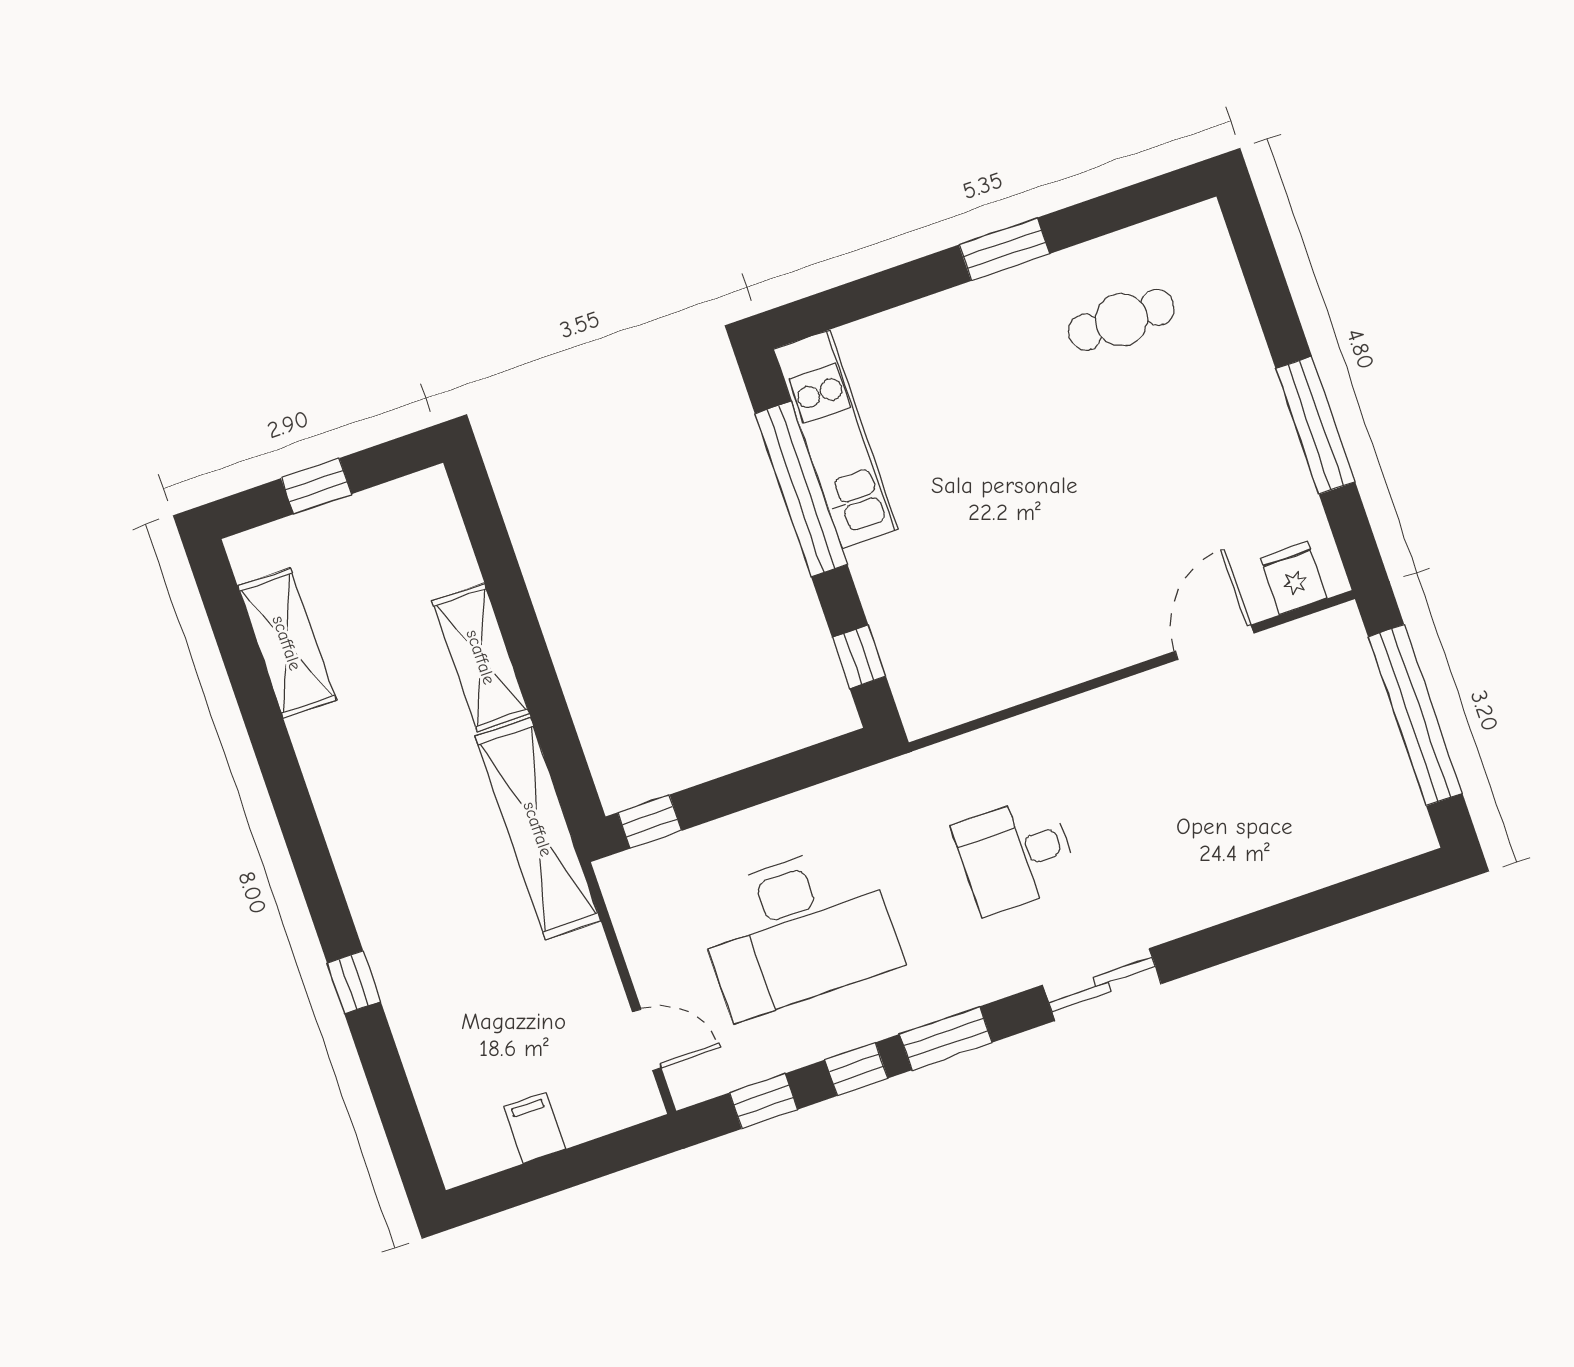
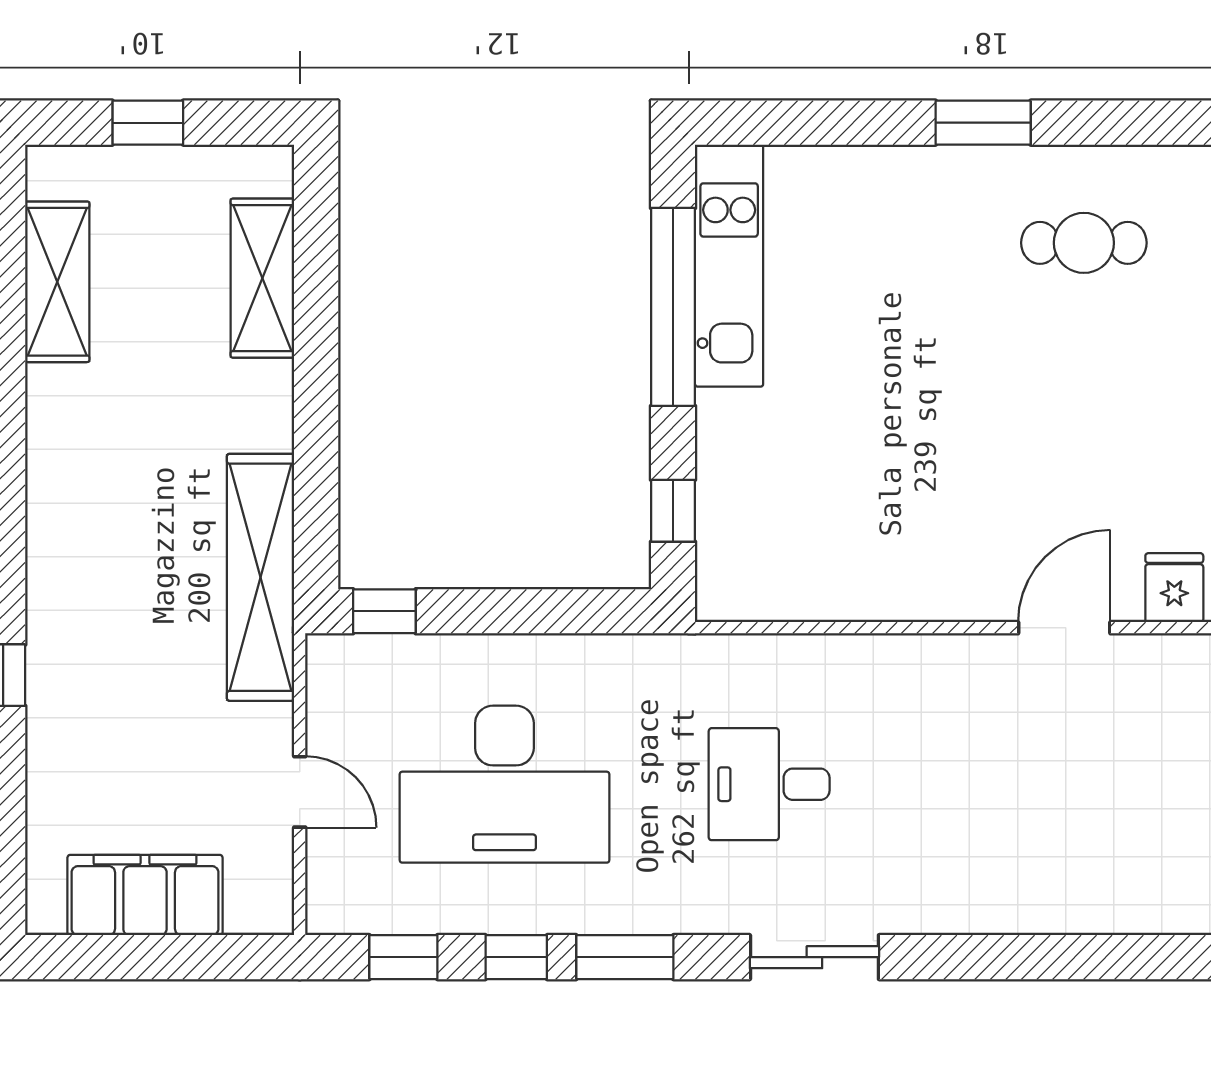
shelving: (481, 657) -> (262, 278), moved
door: (647, 1040) -> (300, 792), moved
filing cabinet: (535, 1128) -> (145, 895), width x3.00, depth x1.17

